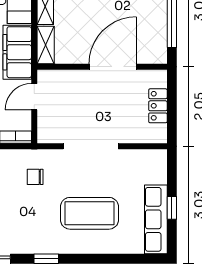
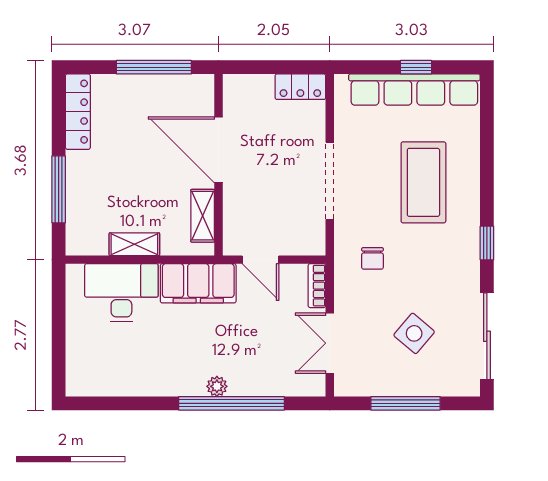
shelving: (46, 45) -> (203, 216), moved, turned 90
locker: (158, 106) -> (300, 87), moved
row of seats: (156, 219) -> (414, 90), width x1.36

